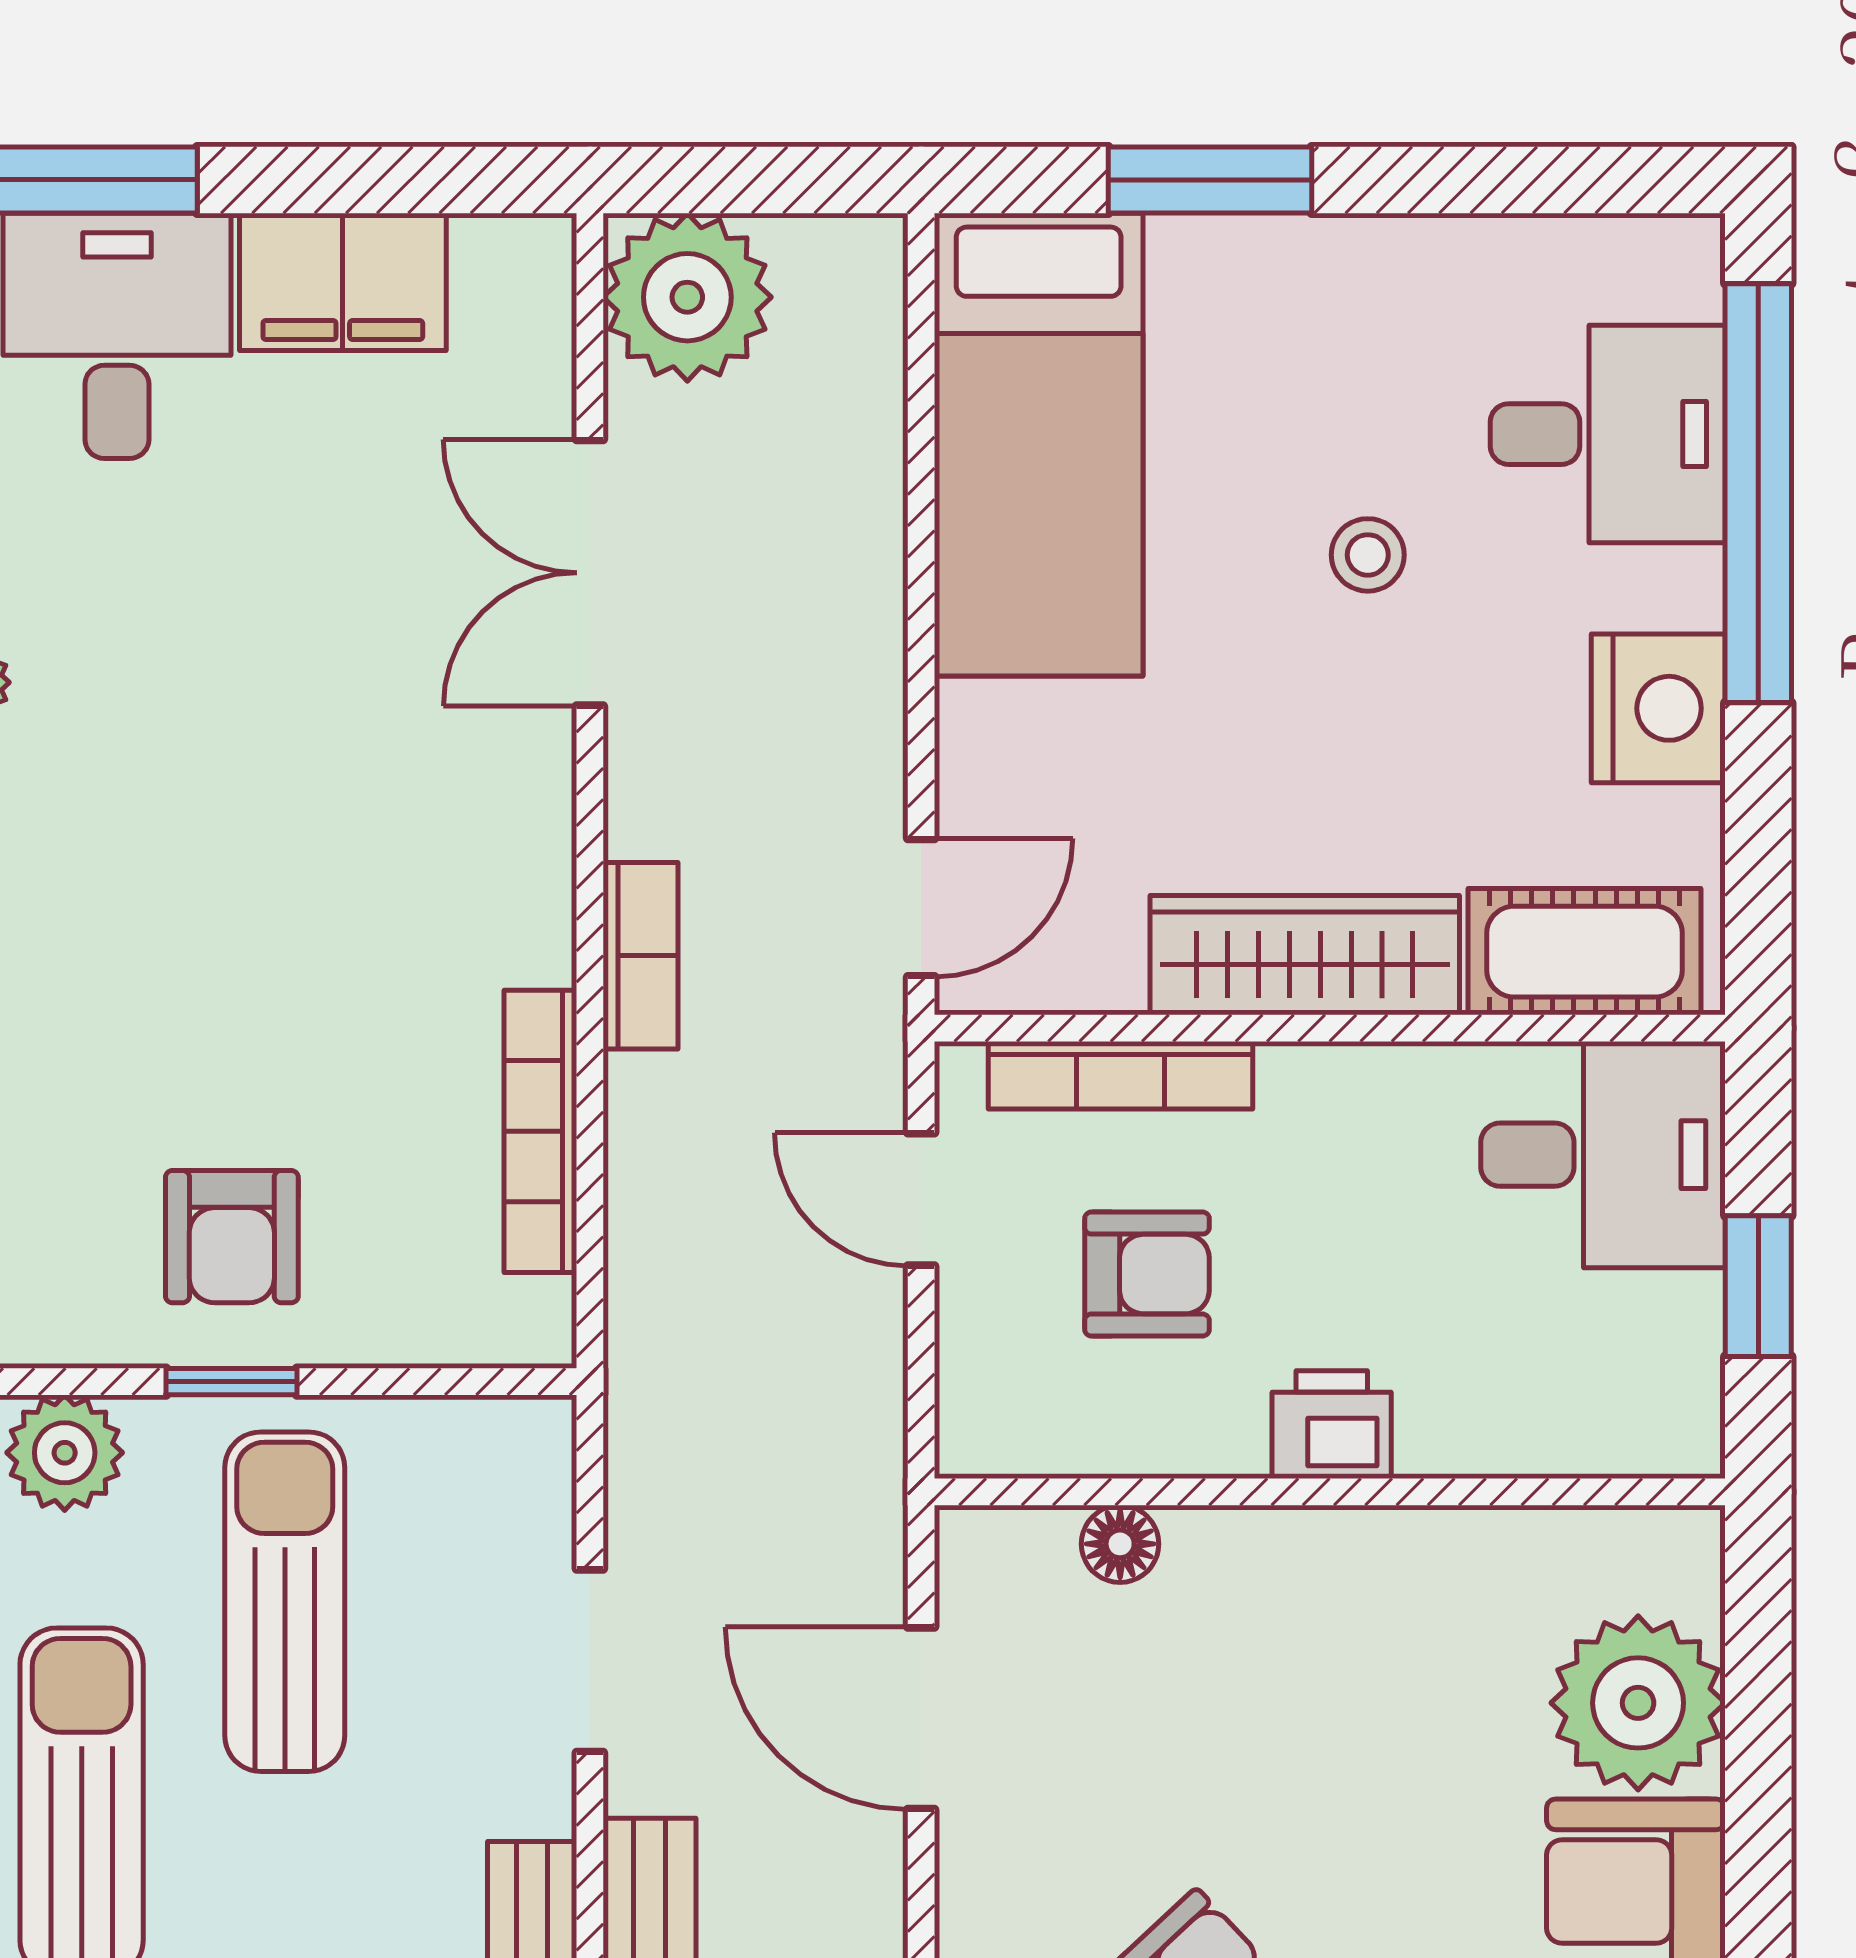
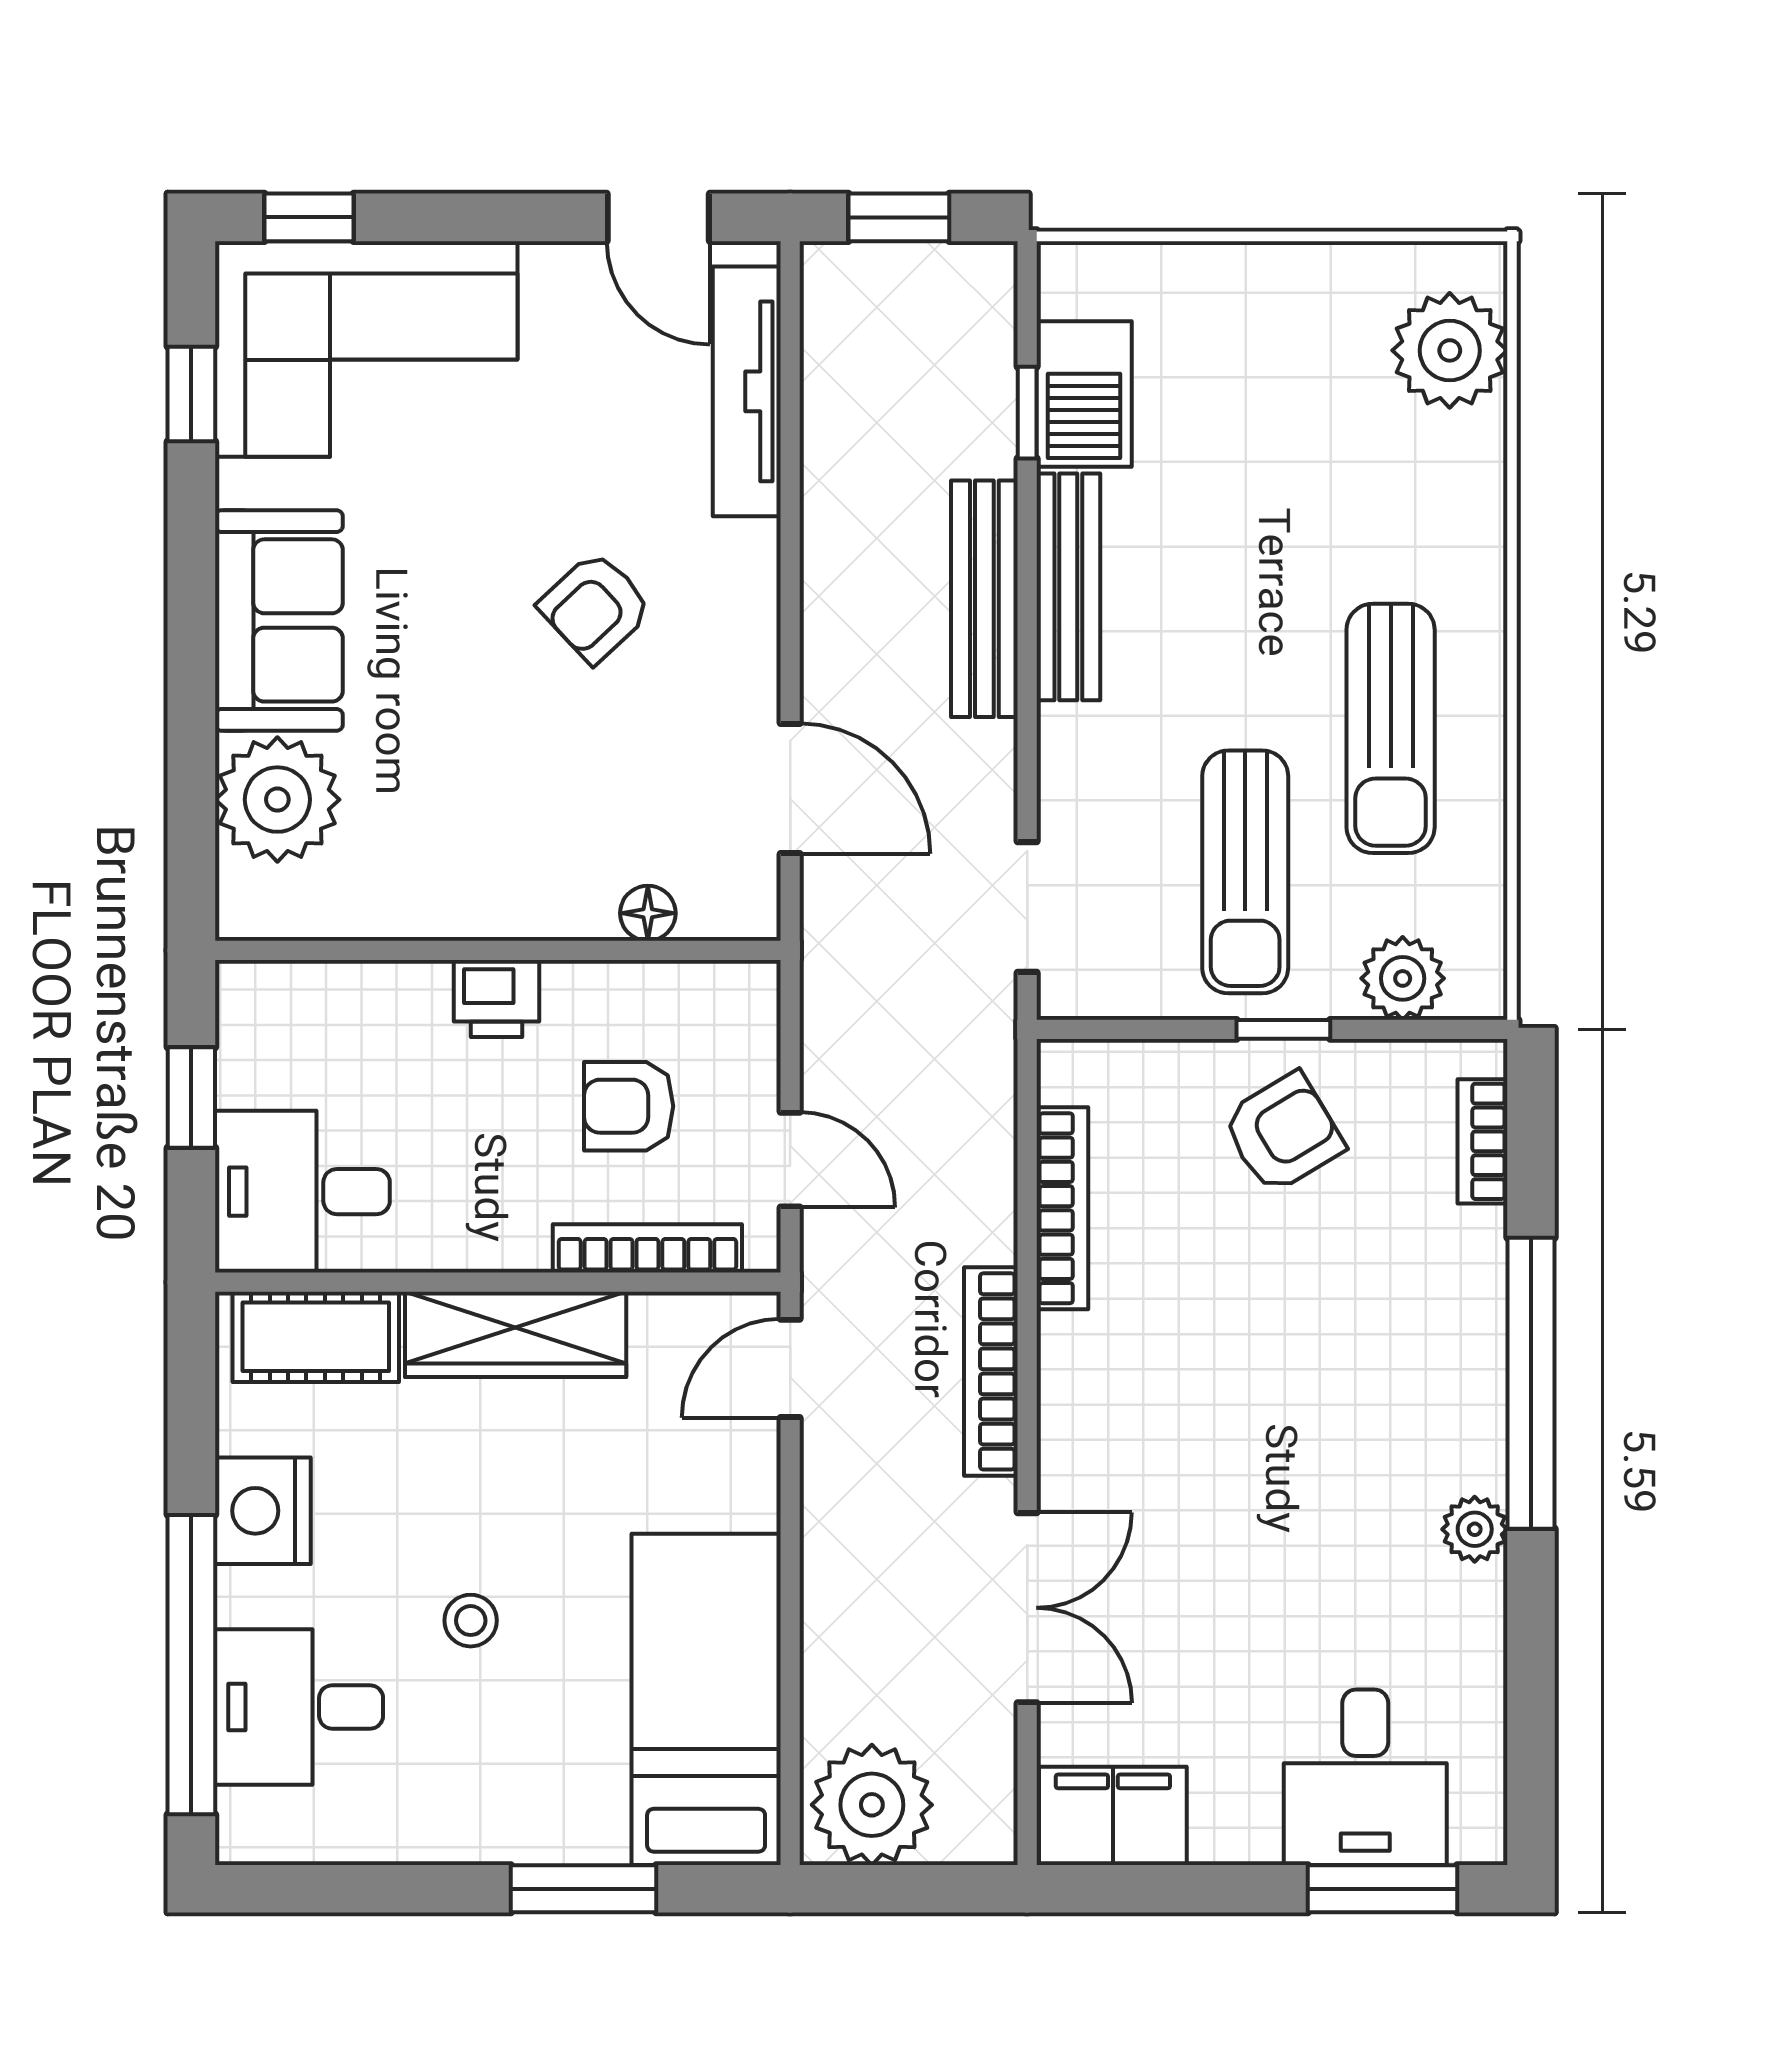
filing cabinet: (343, 282) -> (1113, 1816), moved
plant: (687, 297) -> (872, 1805), moved
bookcase: (640, 956) -> (991, 1371), width x1.56
armchair: (232, 1237) -> (1283, 1133), turned 59
doorway: (590, 1661) -> (1027, 907), moved

